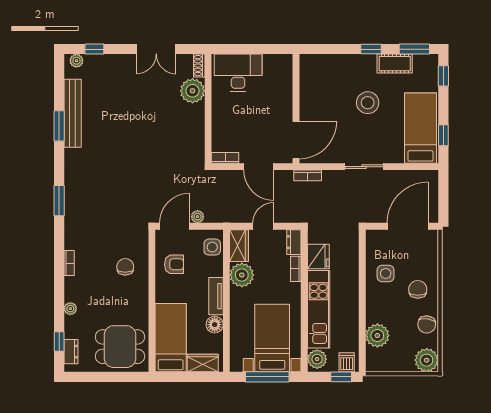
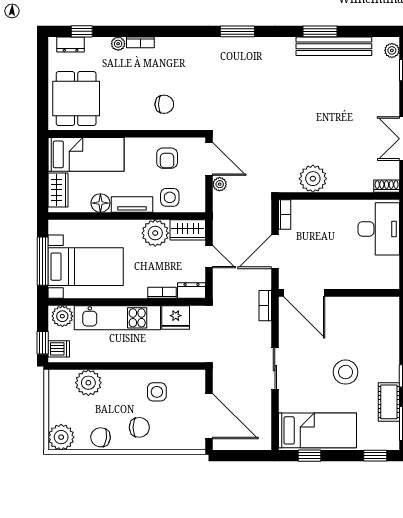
plant: (193, 91) -> (313, 179), moved
side table: (212, 247) -> (170, 197), moved
bookcase: (69, 263) -> (140, 42), moved

